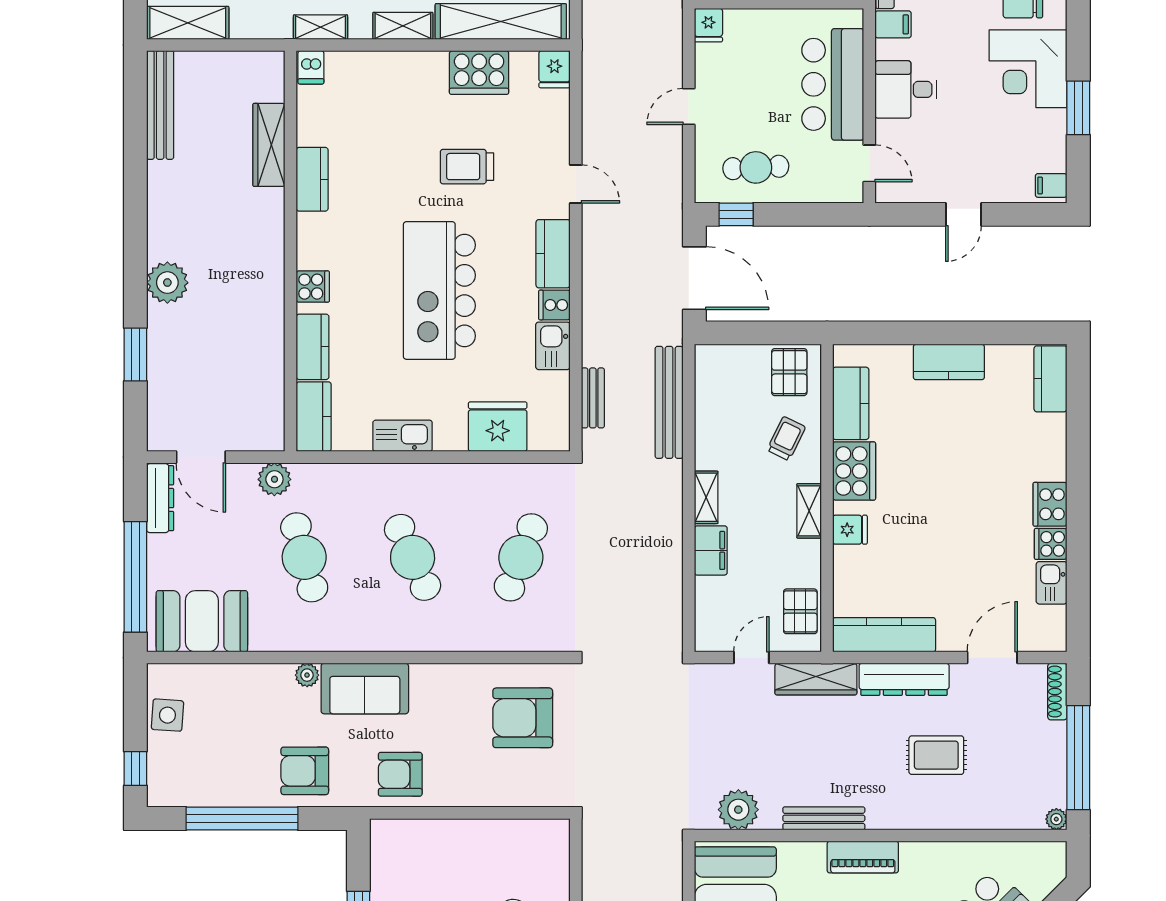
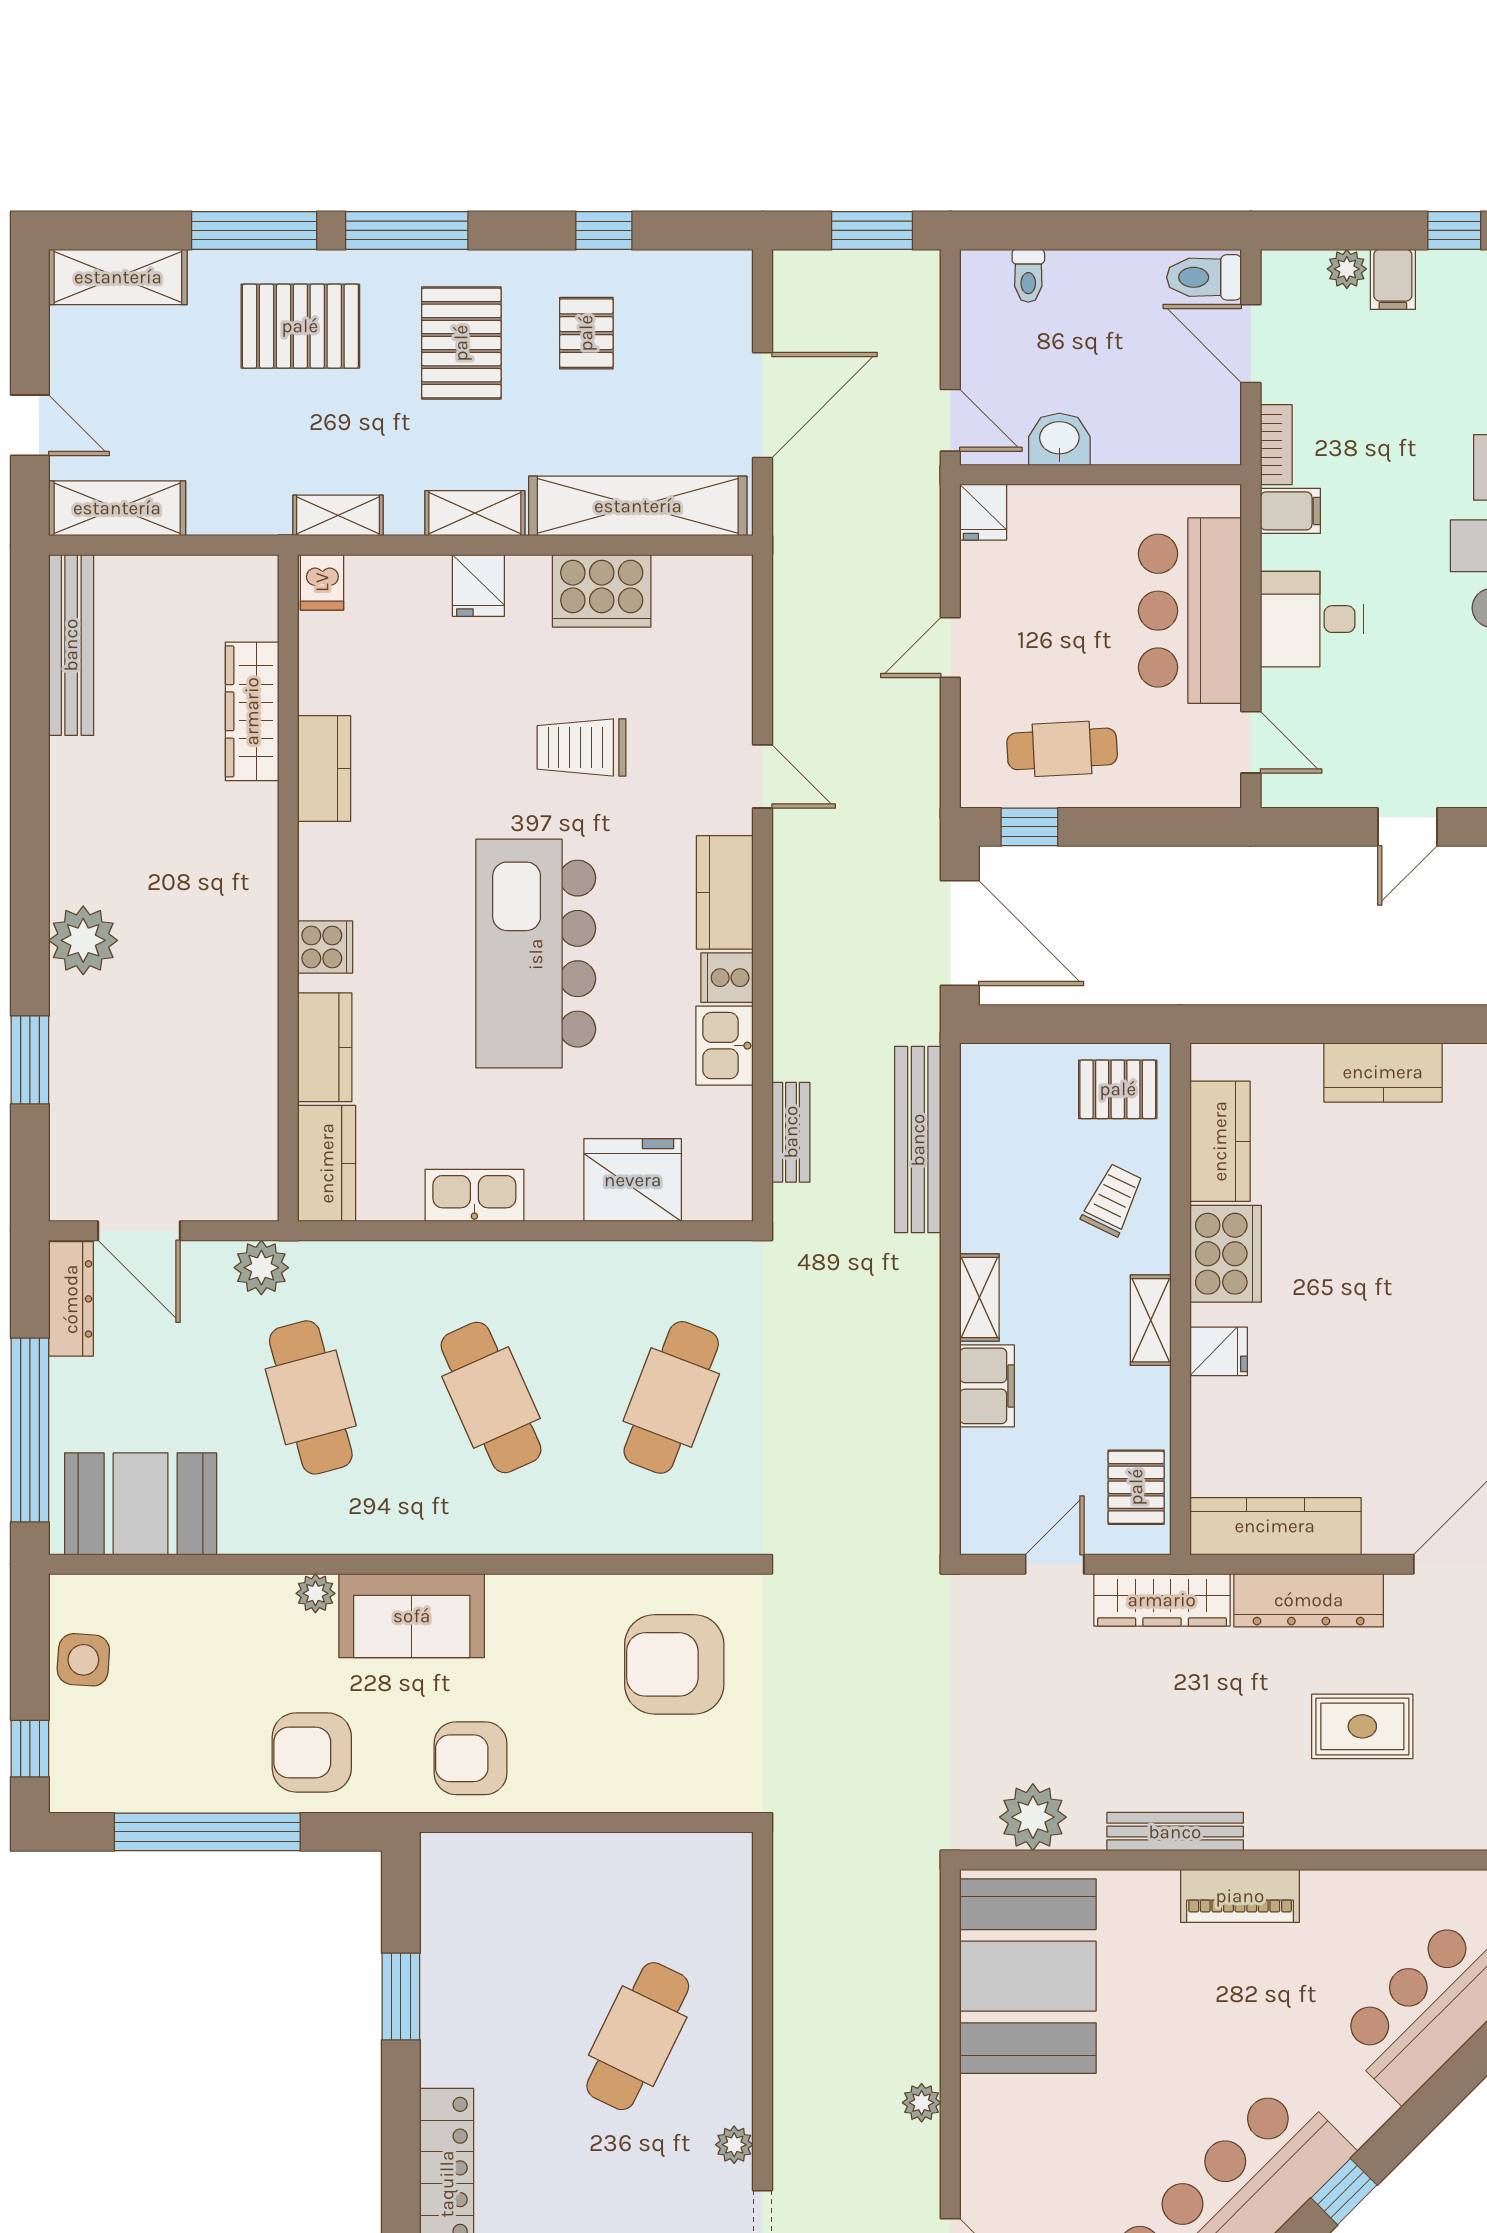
fridge: (554, 69) -> (478, 585), moved
pallet: (789, 372) -> (1118, 1089), turned 90

